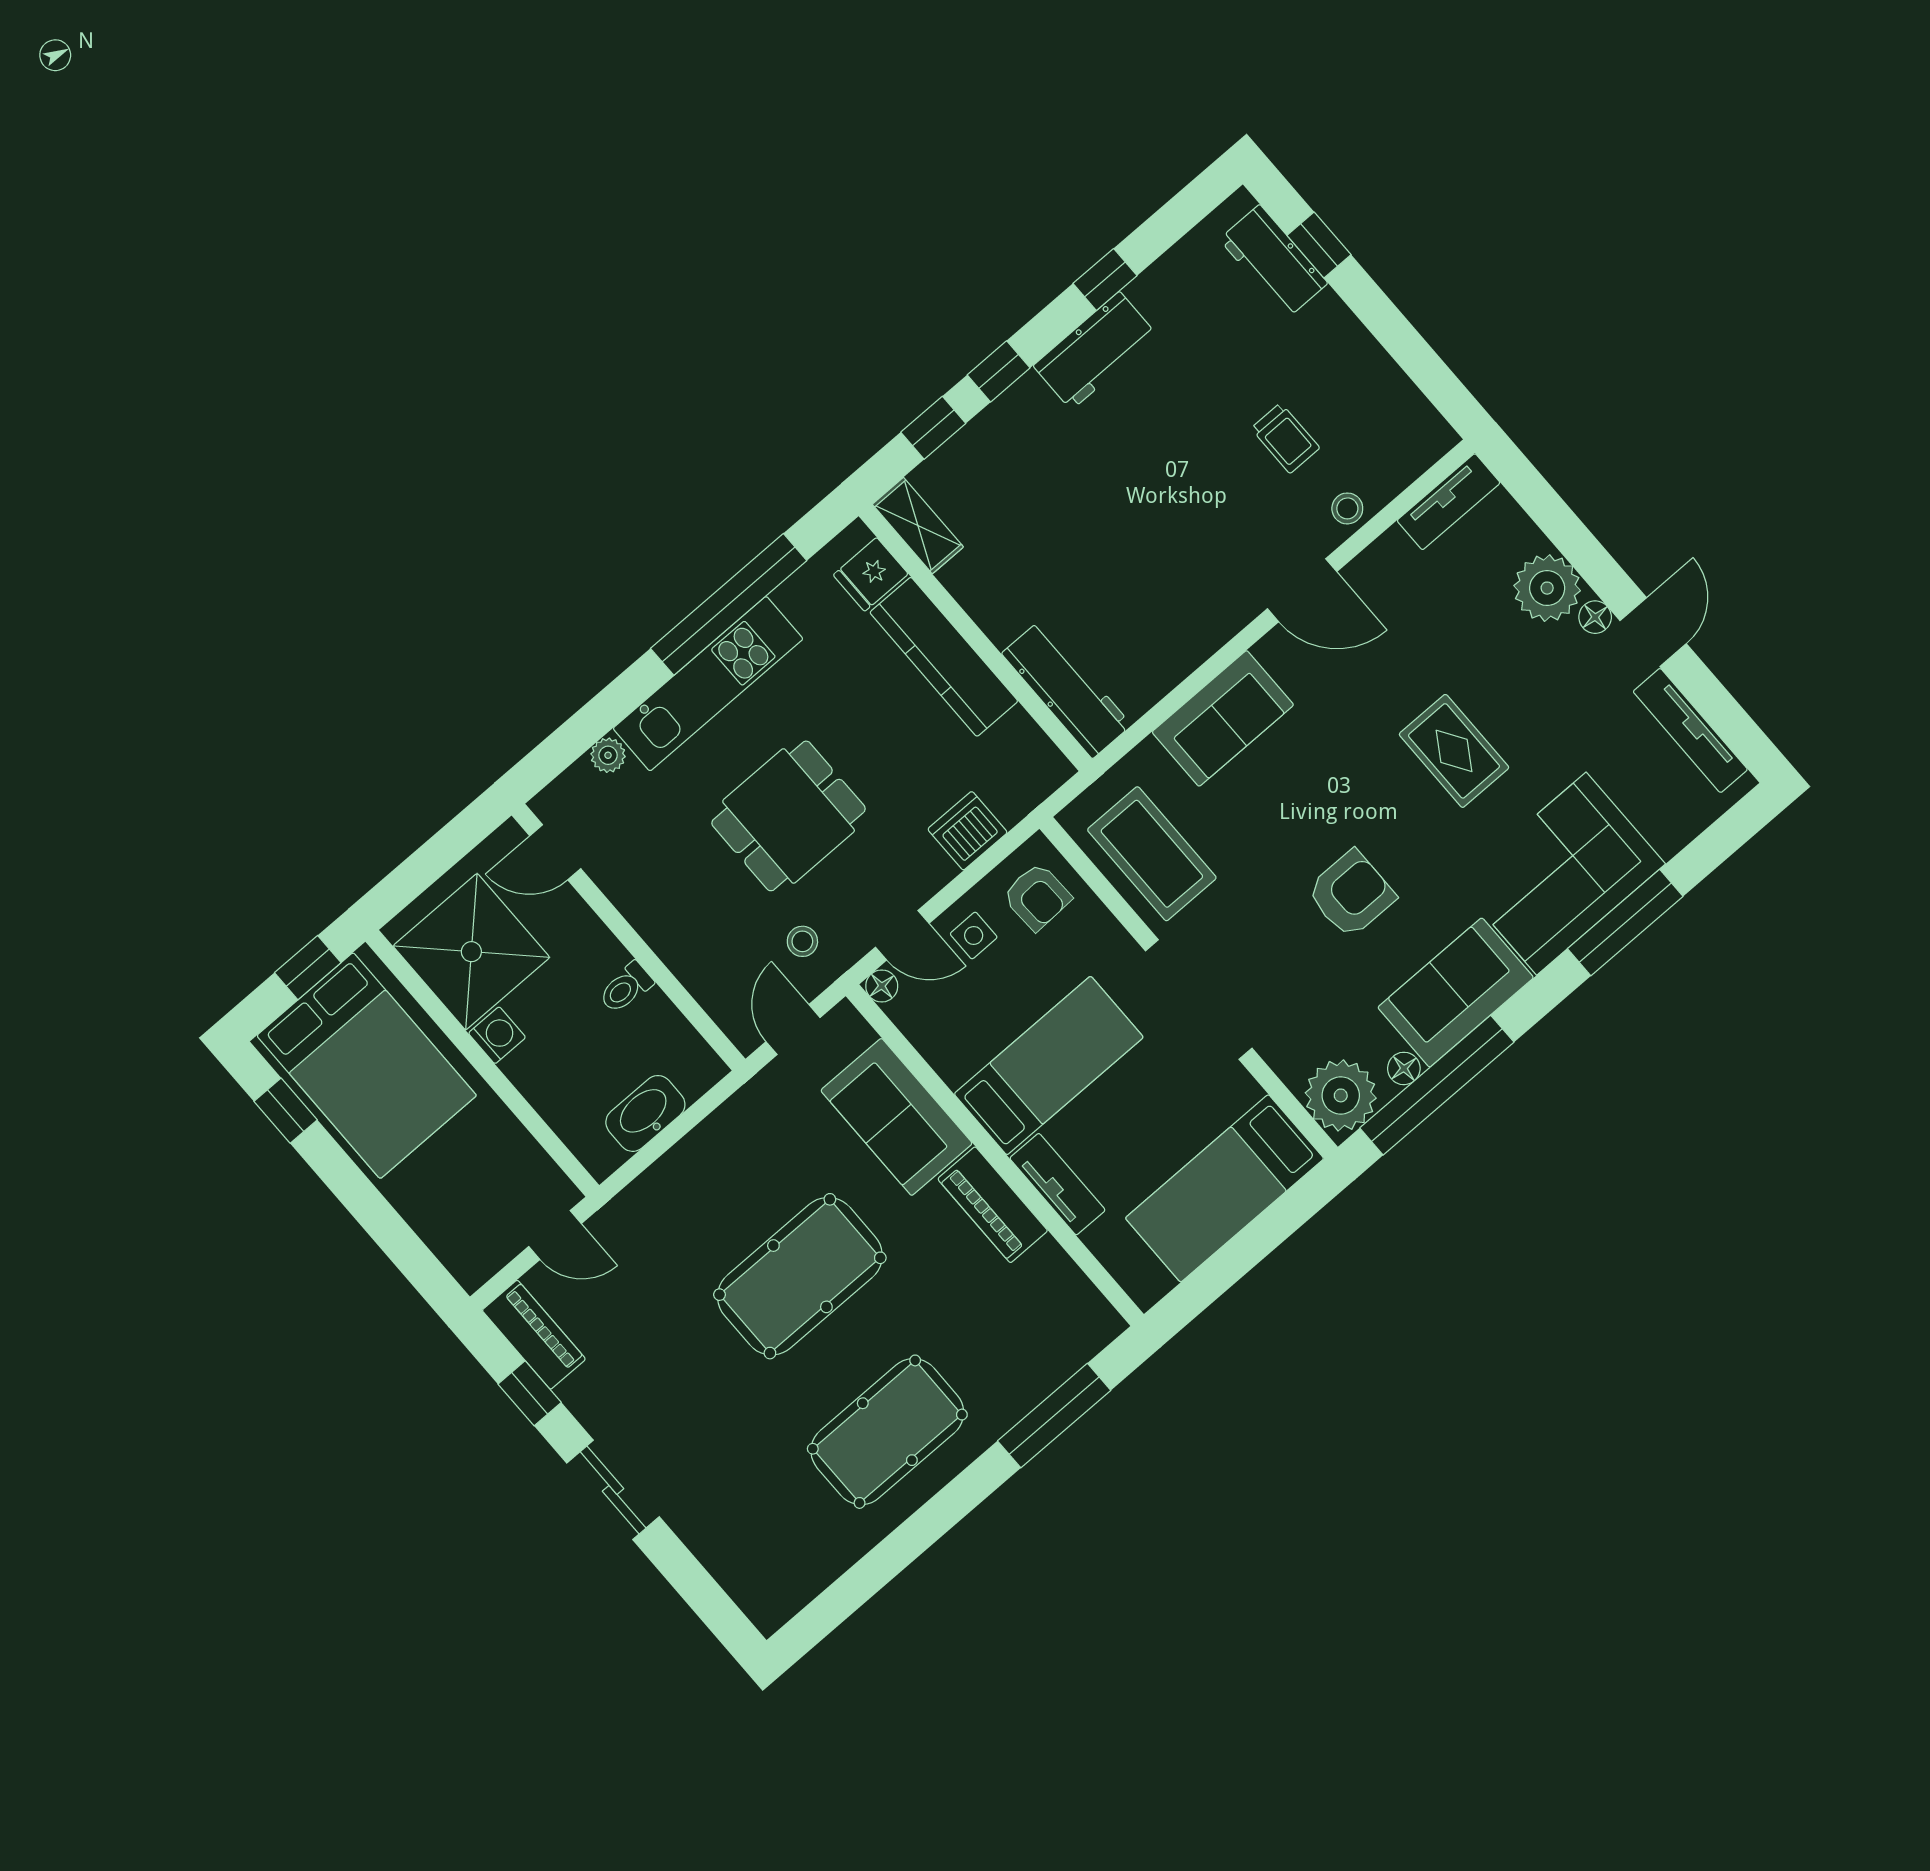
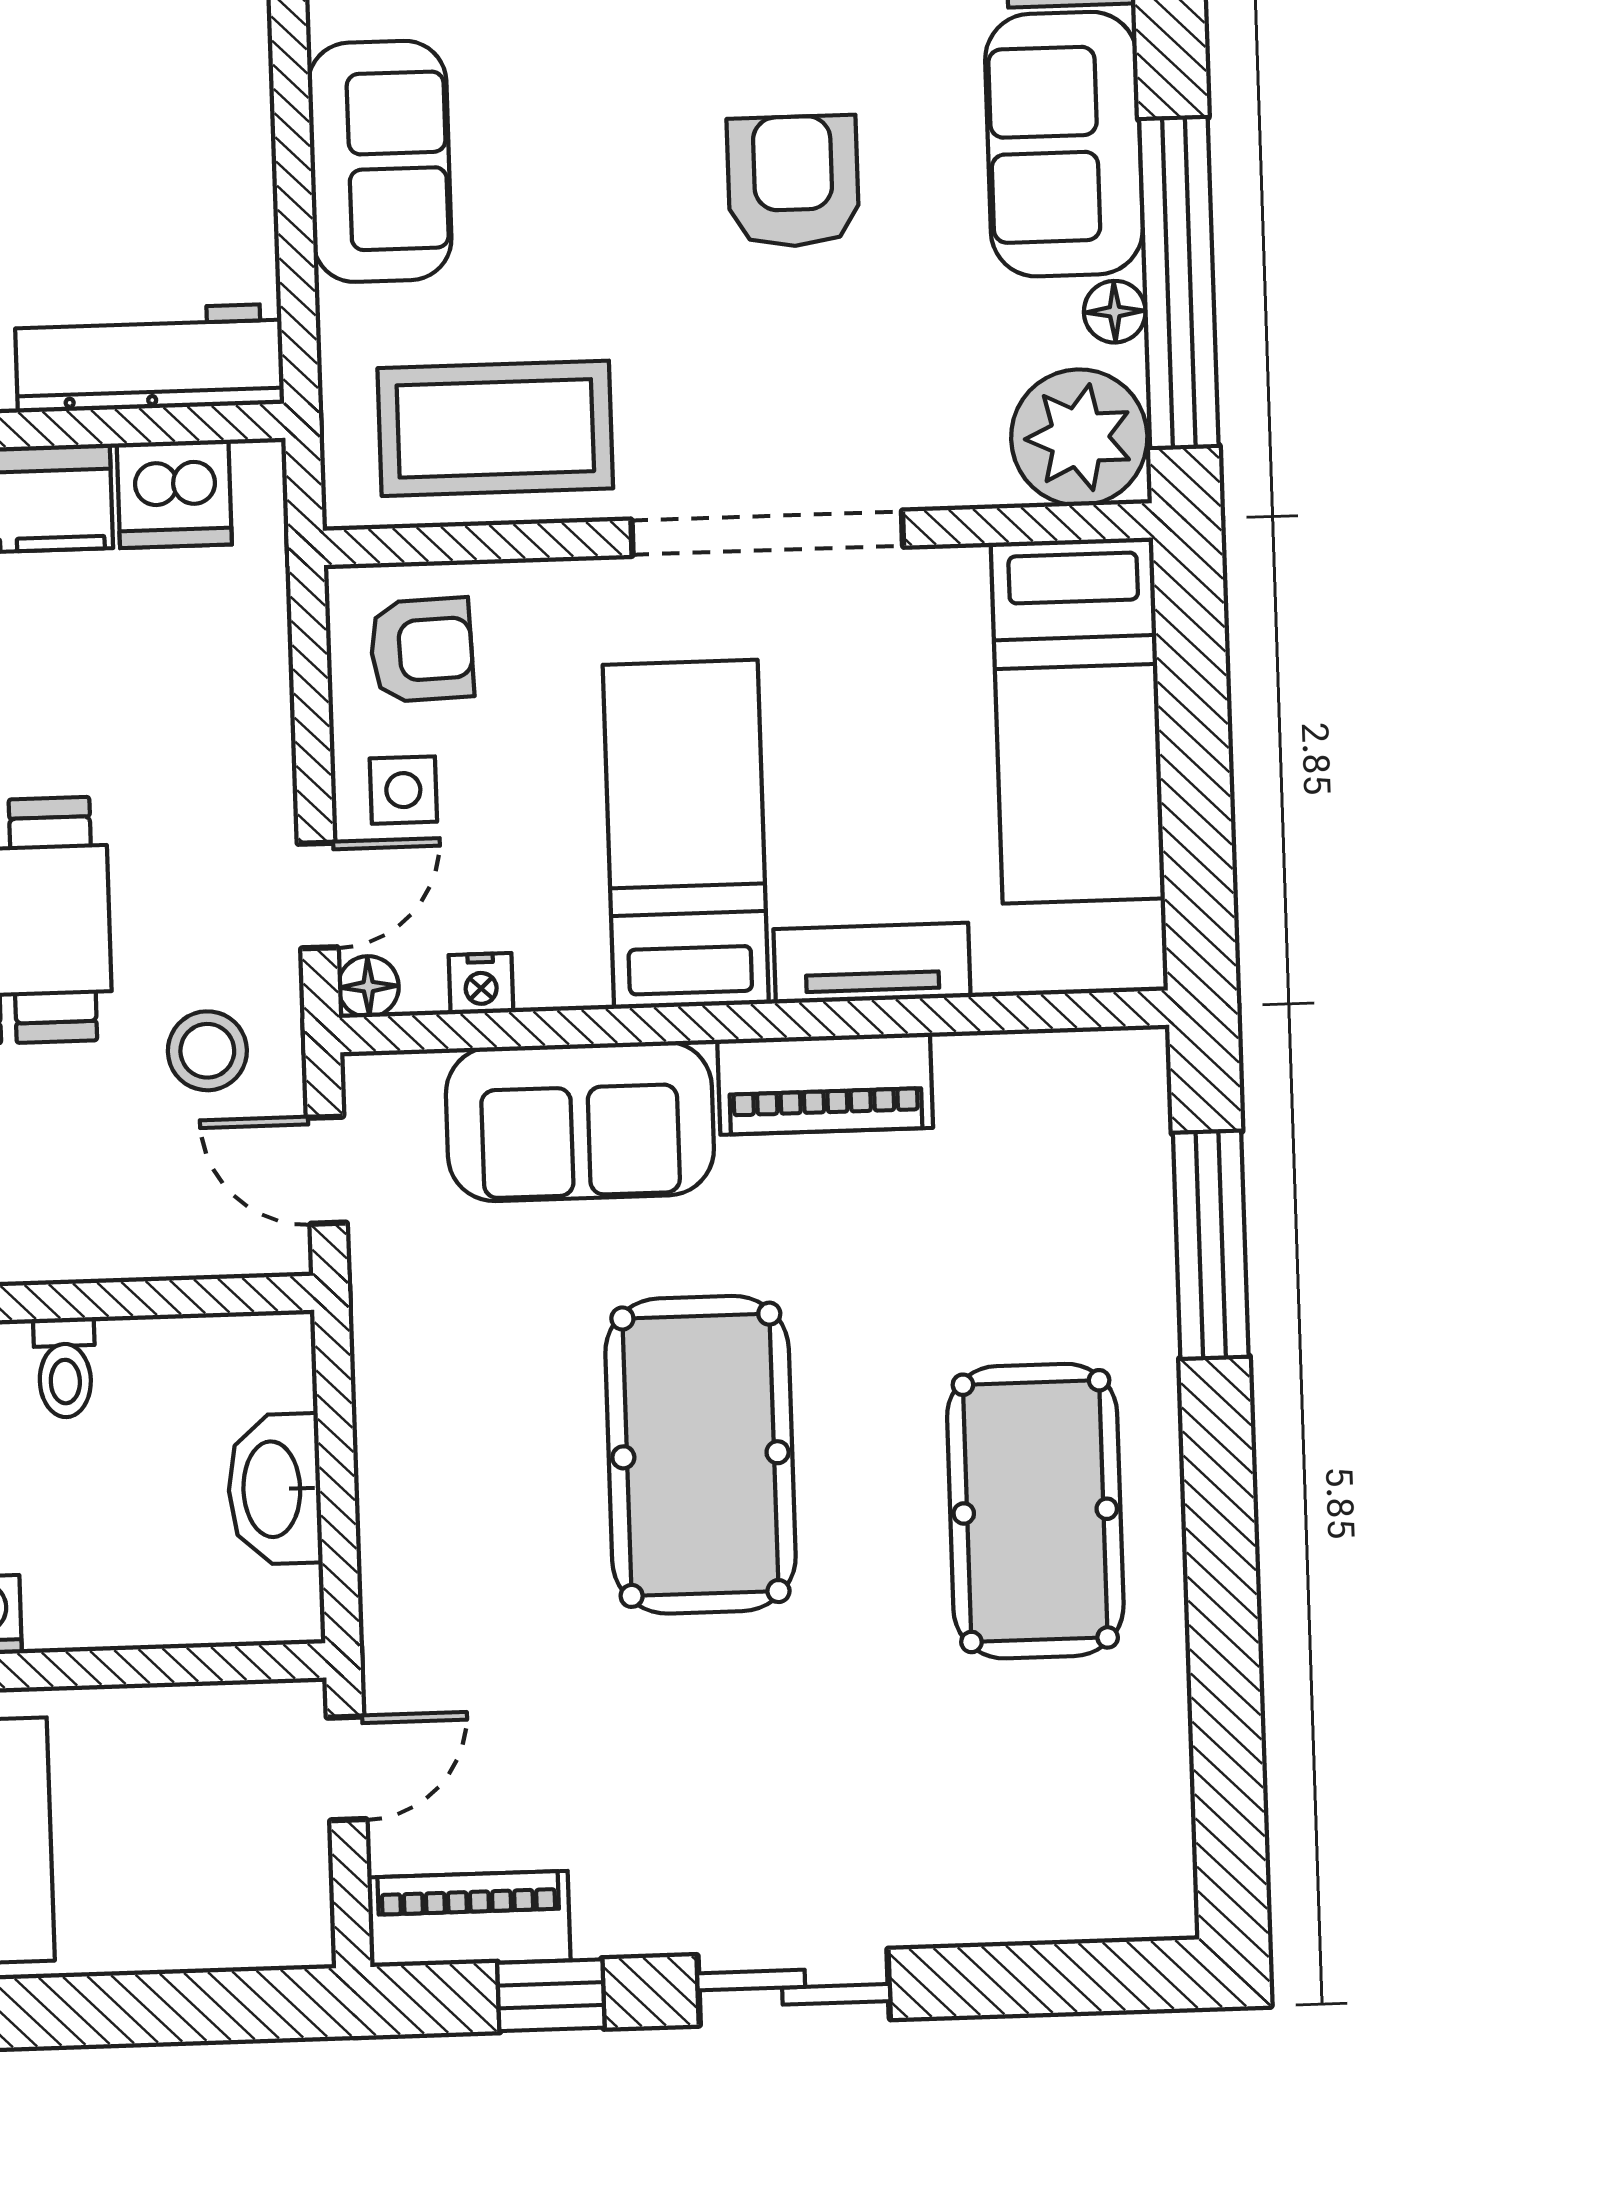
dishwasher: (968, 831) -> (174, 494), moved, turned -90
stool: (802, 941) -> (207, 1051), width x1.37, depth x1.37
nightstand: (920, 1031) -> (481, 984), added

